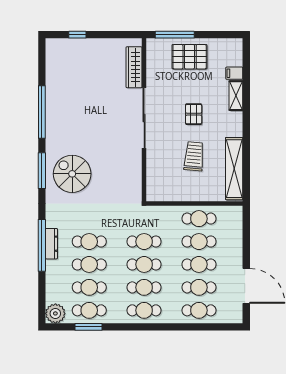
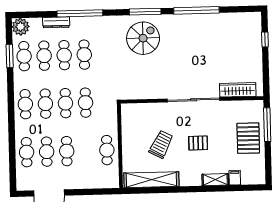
trolley: (194, 156) -> (161, 144), turned -67
cafe table: (199, 242) -> (87, 151), removed
dresser: (51, 244) -> (56, 22), moved

